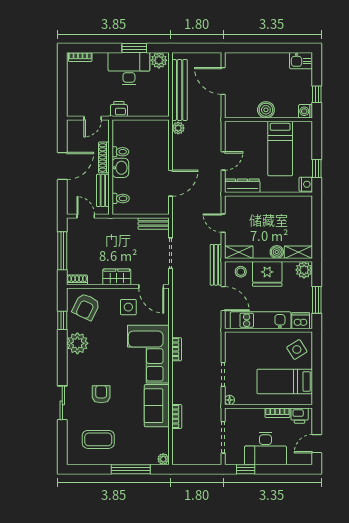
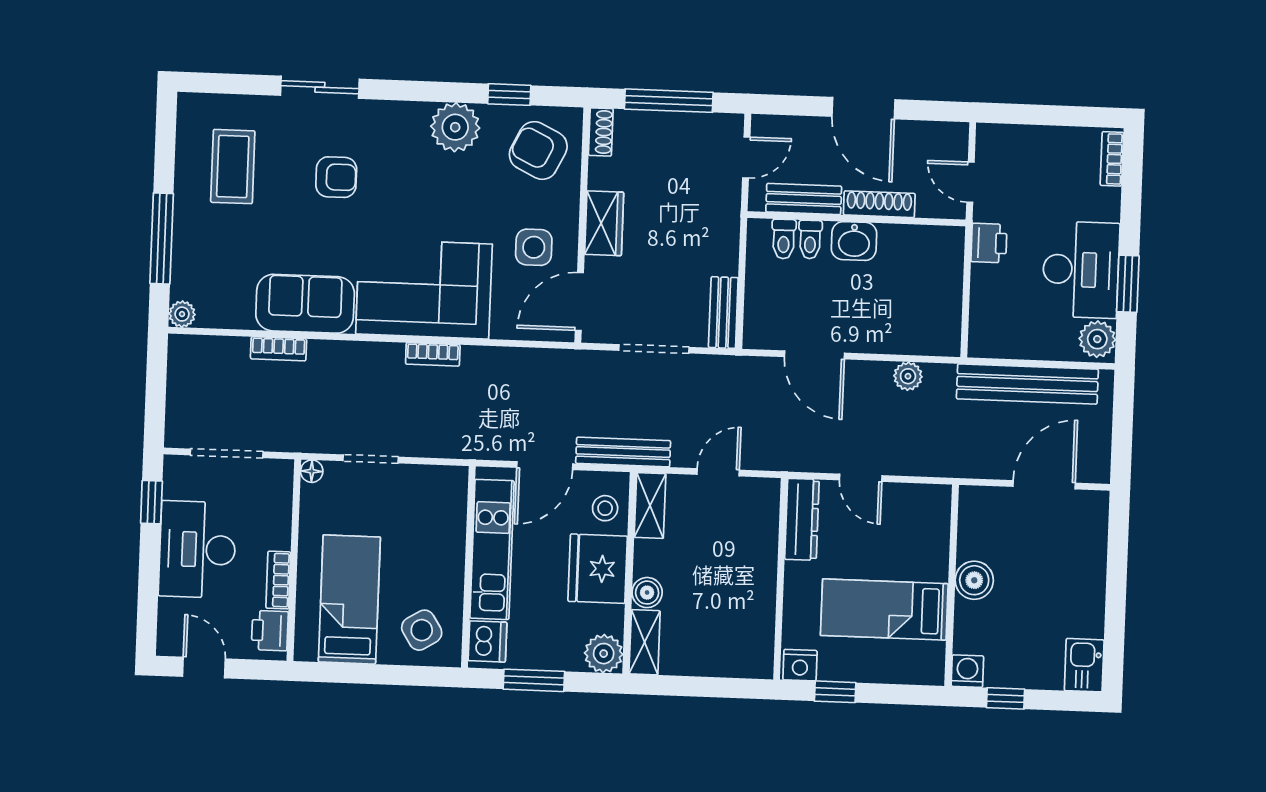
plant: (178, 128) -> (908, 376), moved
toilet: (120, 152) -> (810, 239), moved

